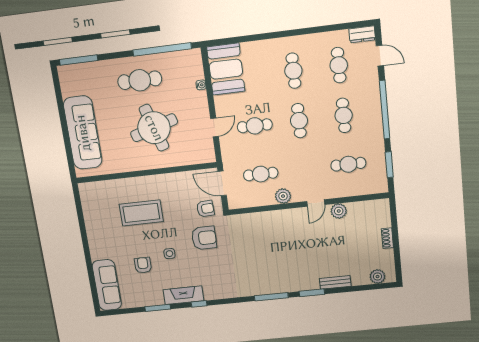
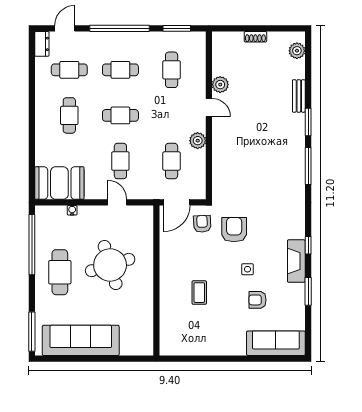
cafe table: (293, 71) -> (69, 115), turned 90
sofa: (83, 133) -> (81, 340), moved
coffee table: (141, 213) -> (199, 293), width x0.54, depth x0.58

